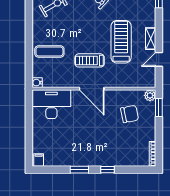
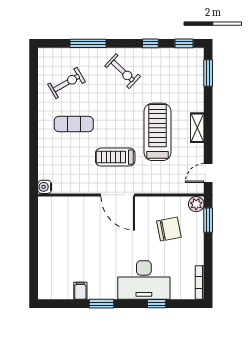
exercise mat: (49, 51) -> (74, 124), moved
door: (159, 59) -> (208, 173), moved
desk: (51, 104) -> (144, 280), moved, turned 180
filing cabinet: (39, 160) -> (80, 291), moved
window: (108, 170) -> (157, 304), moved

